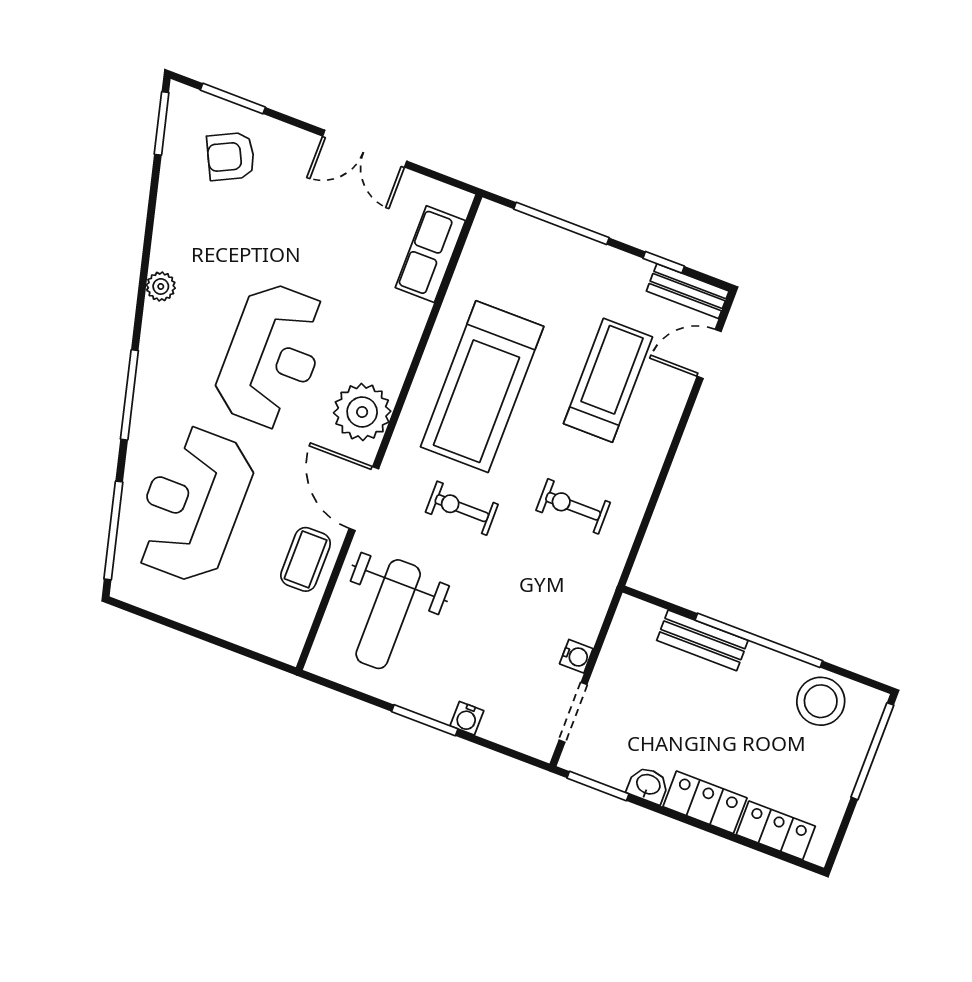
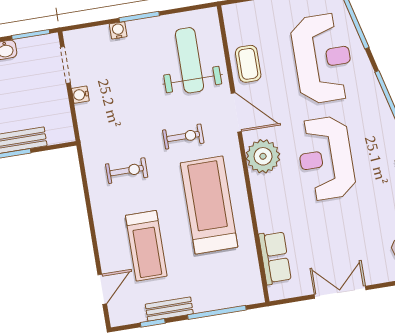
bench: (688, 291) -> (169, 309), moved

